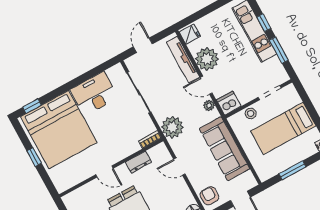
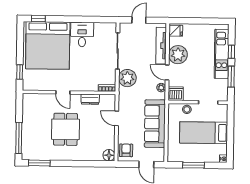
desk: (94, 94) -> (82, 34), width x0.73
plant: (172, 127) -> (127, 78), moved
window: (34, 157) -> (20, 72), moved

